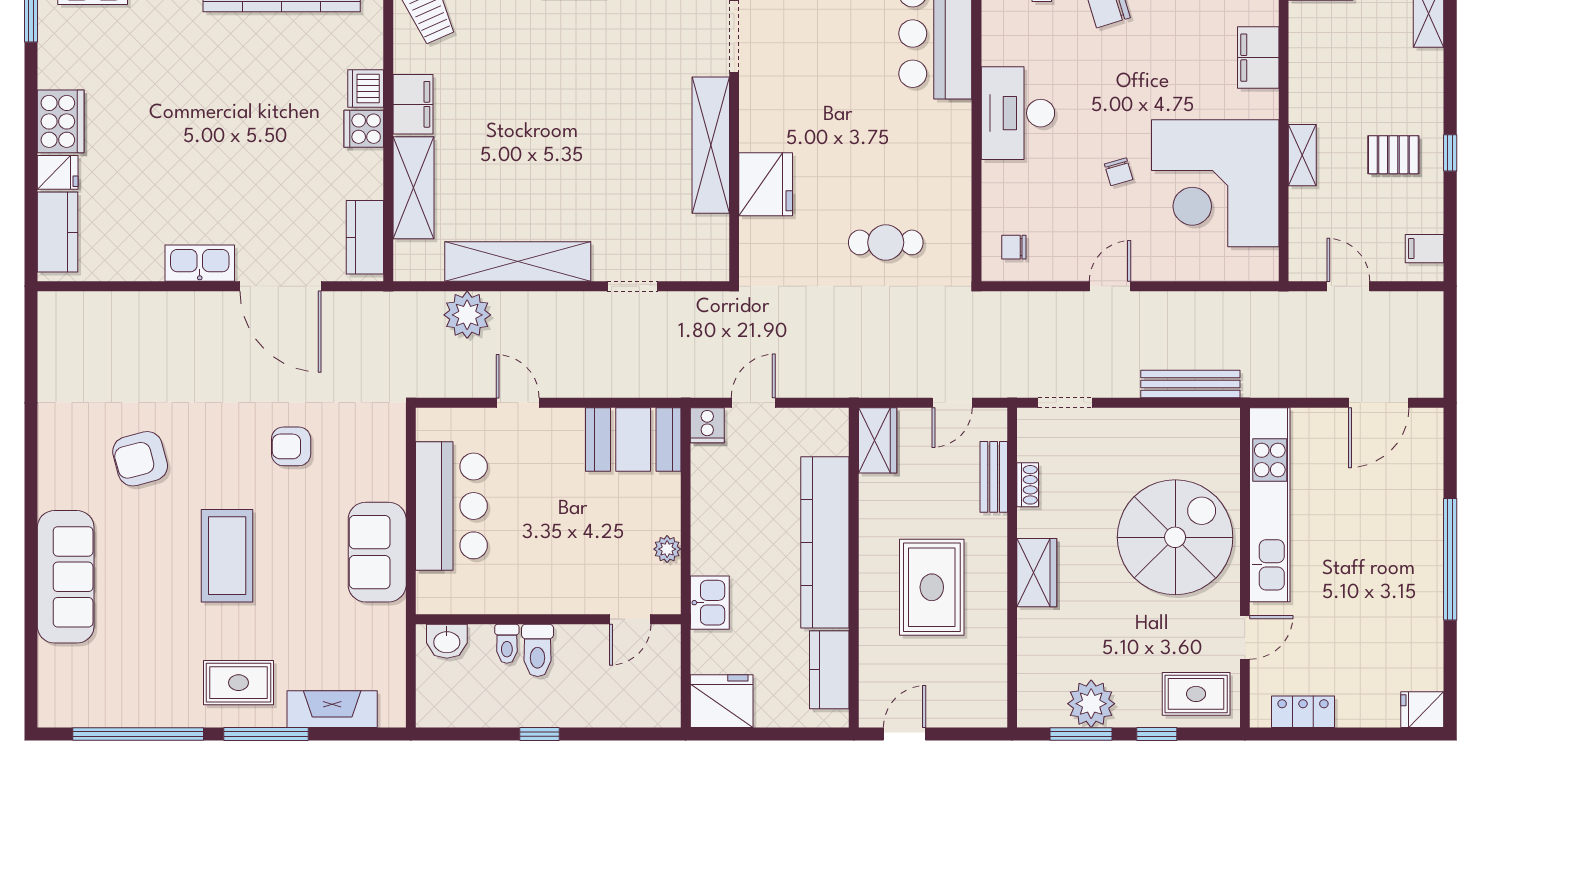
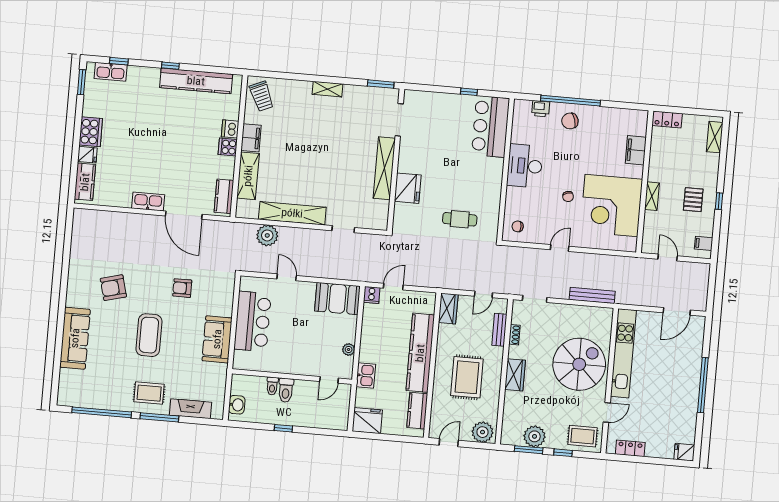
pallet: (1393, 155) -> (693, 200), turned 90
washbasin: (447, 641) -> (237, 405), moved, turned -90
plant: (976, 704) -> (483, 432), added

